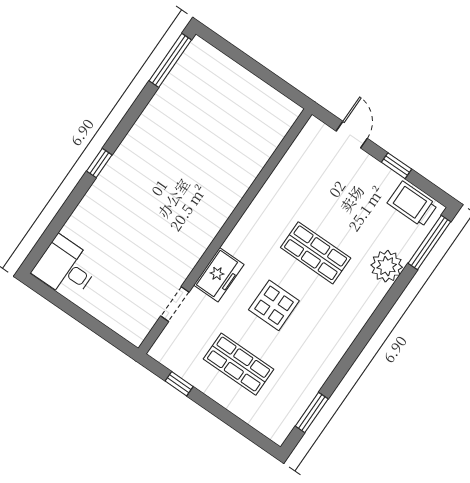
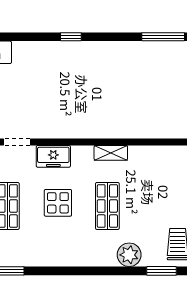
shelving: (259, 208) -> (111, 153), added
window: (429, 243) -> (161, 271), width x0.69

